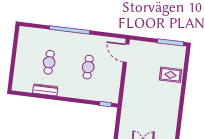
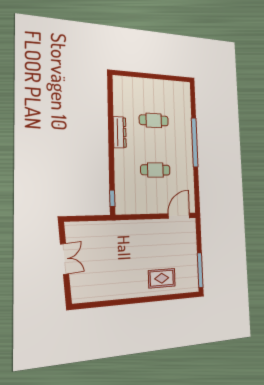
rug: (171, 75) -> (162, 278), turned 90
dresser: (45, 90) -> (120, 132), moved

